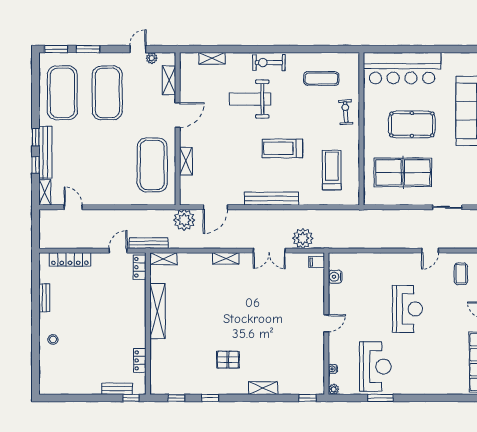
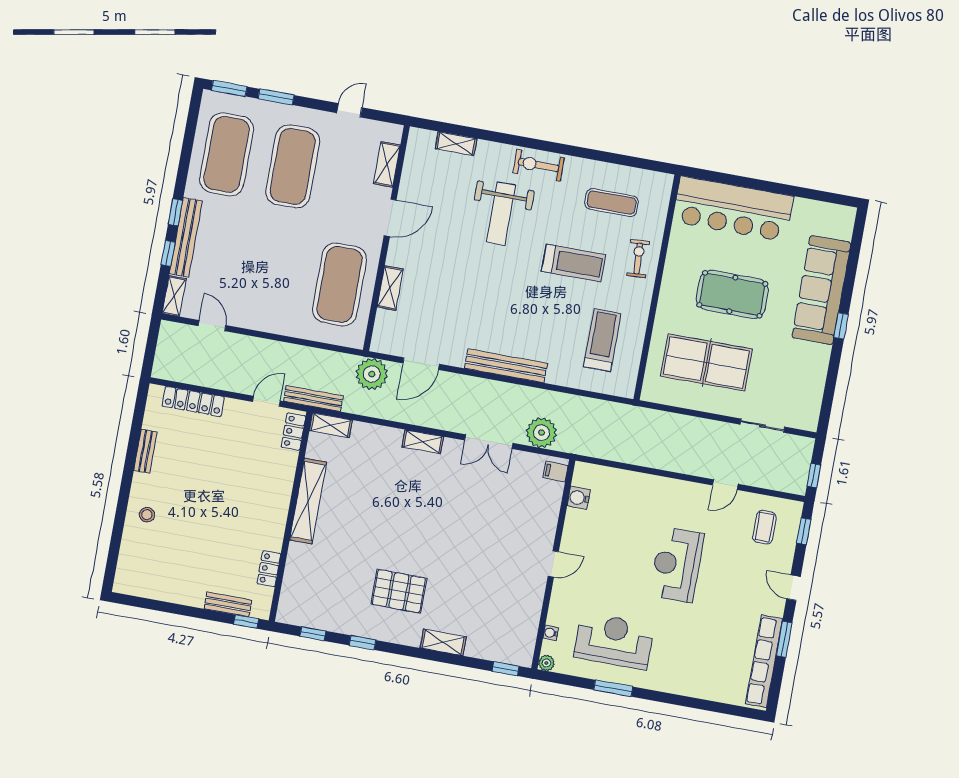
plant: (152, 58) -> (367, 127), removed
weight bench: (250, 99) -> (501, 214), turned -90
treadmill: (282, 148) -> (574, 263), moved, turned 180
reception desk: (408, 309) -> (677, 565), turned 180
pallet: (228, 360) -> (399, 591), width x1.50, depth x1.42
reception desk: (375, 367) -> (614, 641), turned -90

